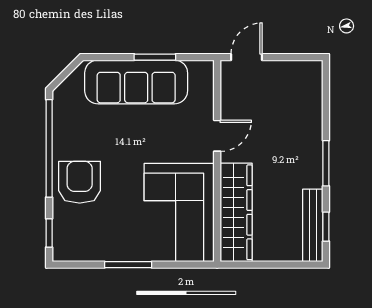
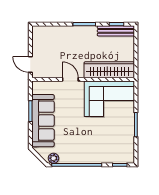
plant: (62, 103) -> (54, 158), added
armchair: (80, 182) -> (94, 149), removed

